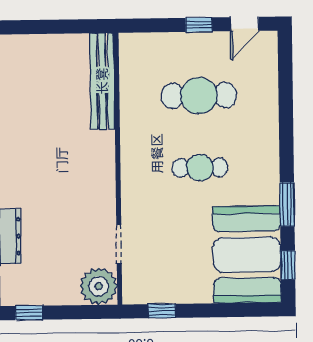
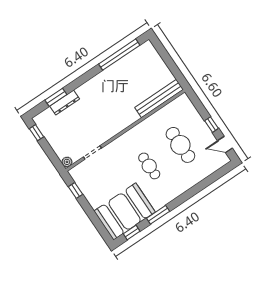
plant: (99, 286) -> (67, 162), width x0.53, depth x0.53

